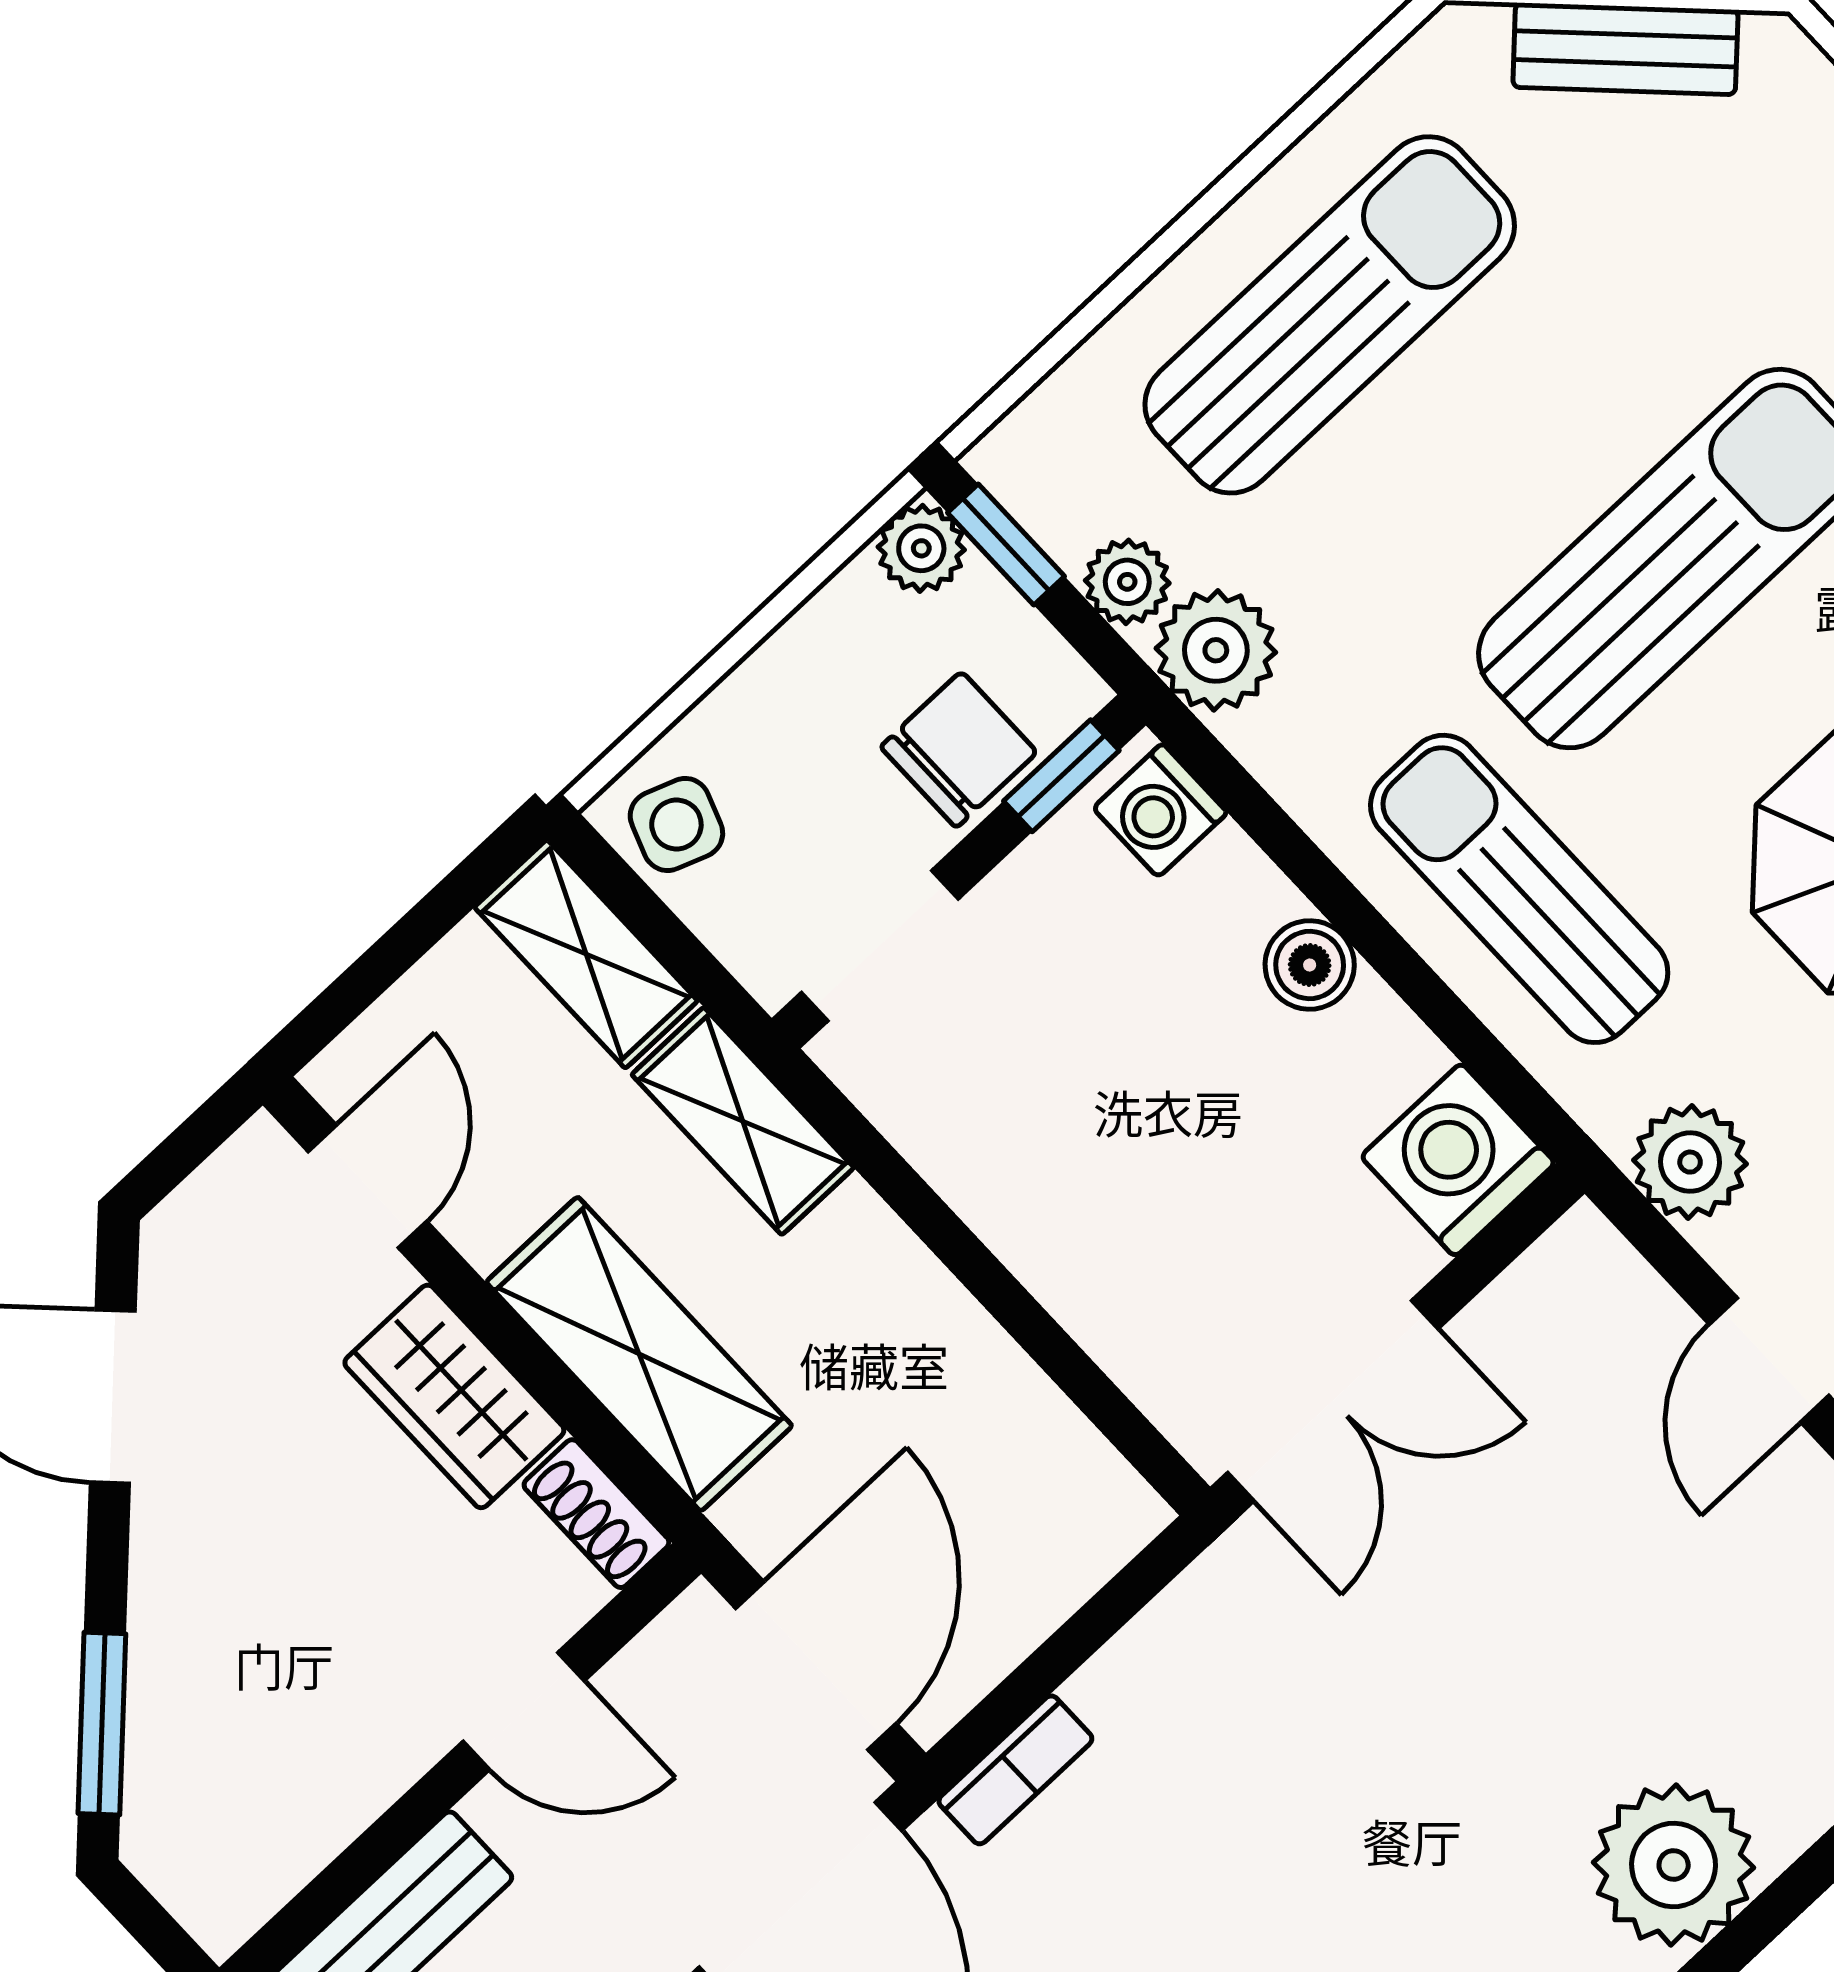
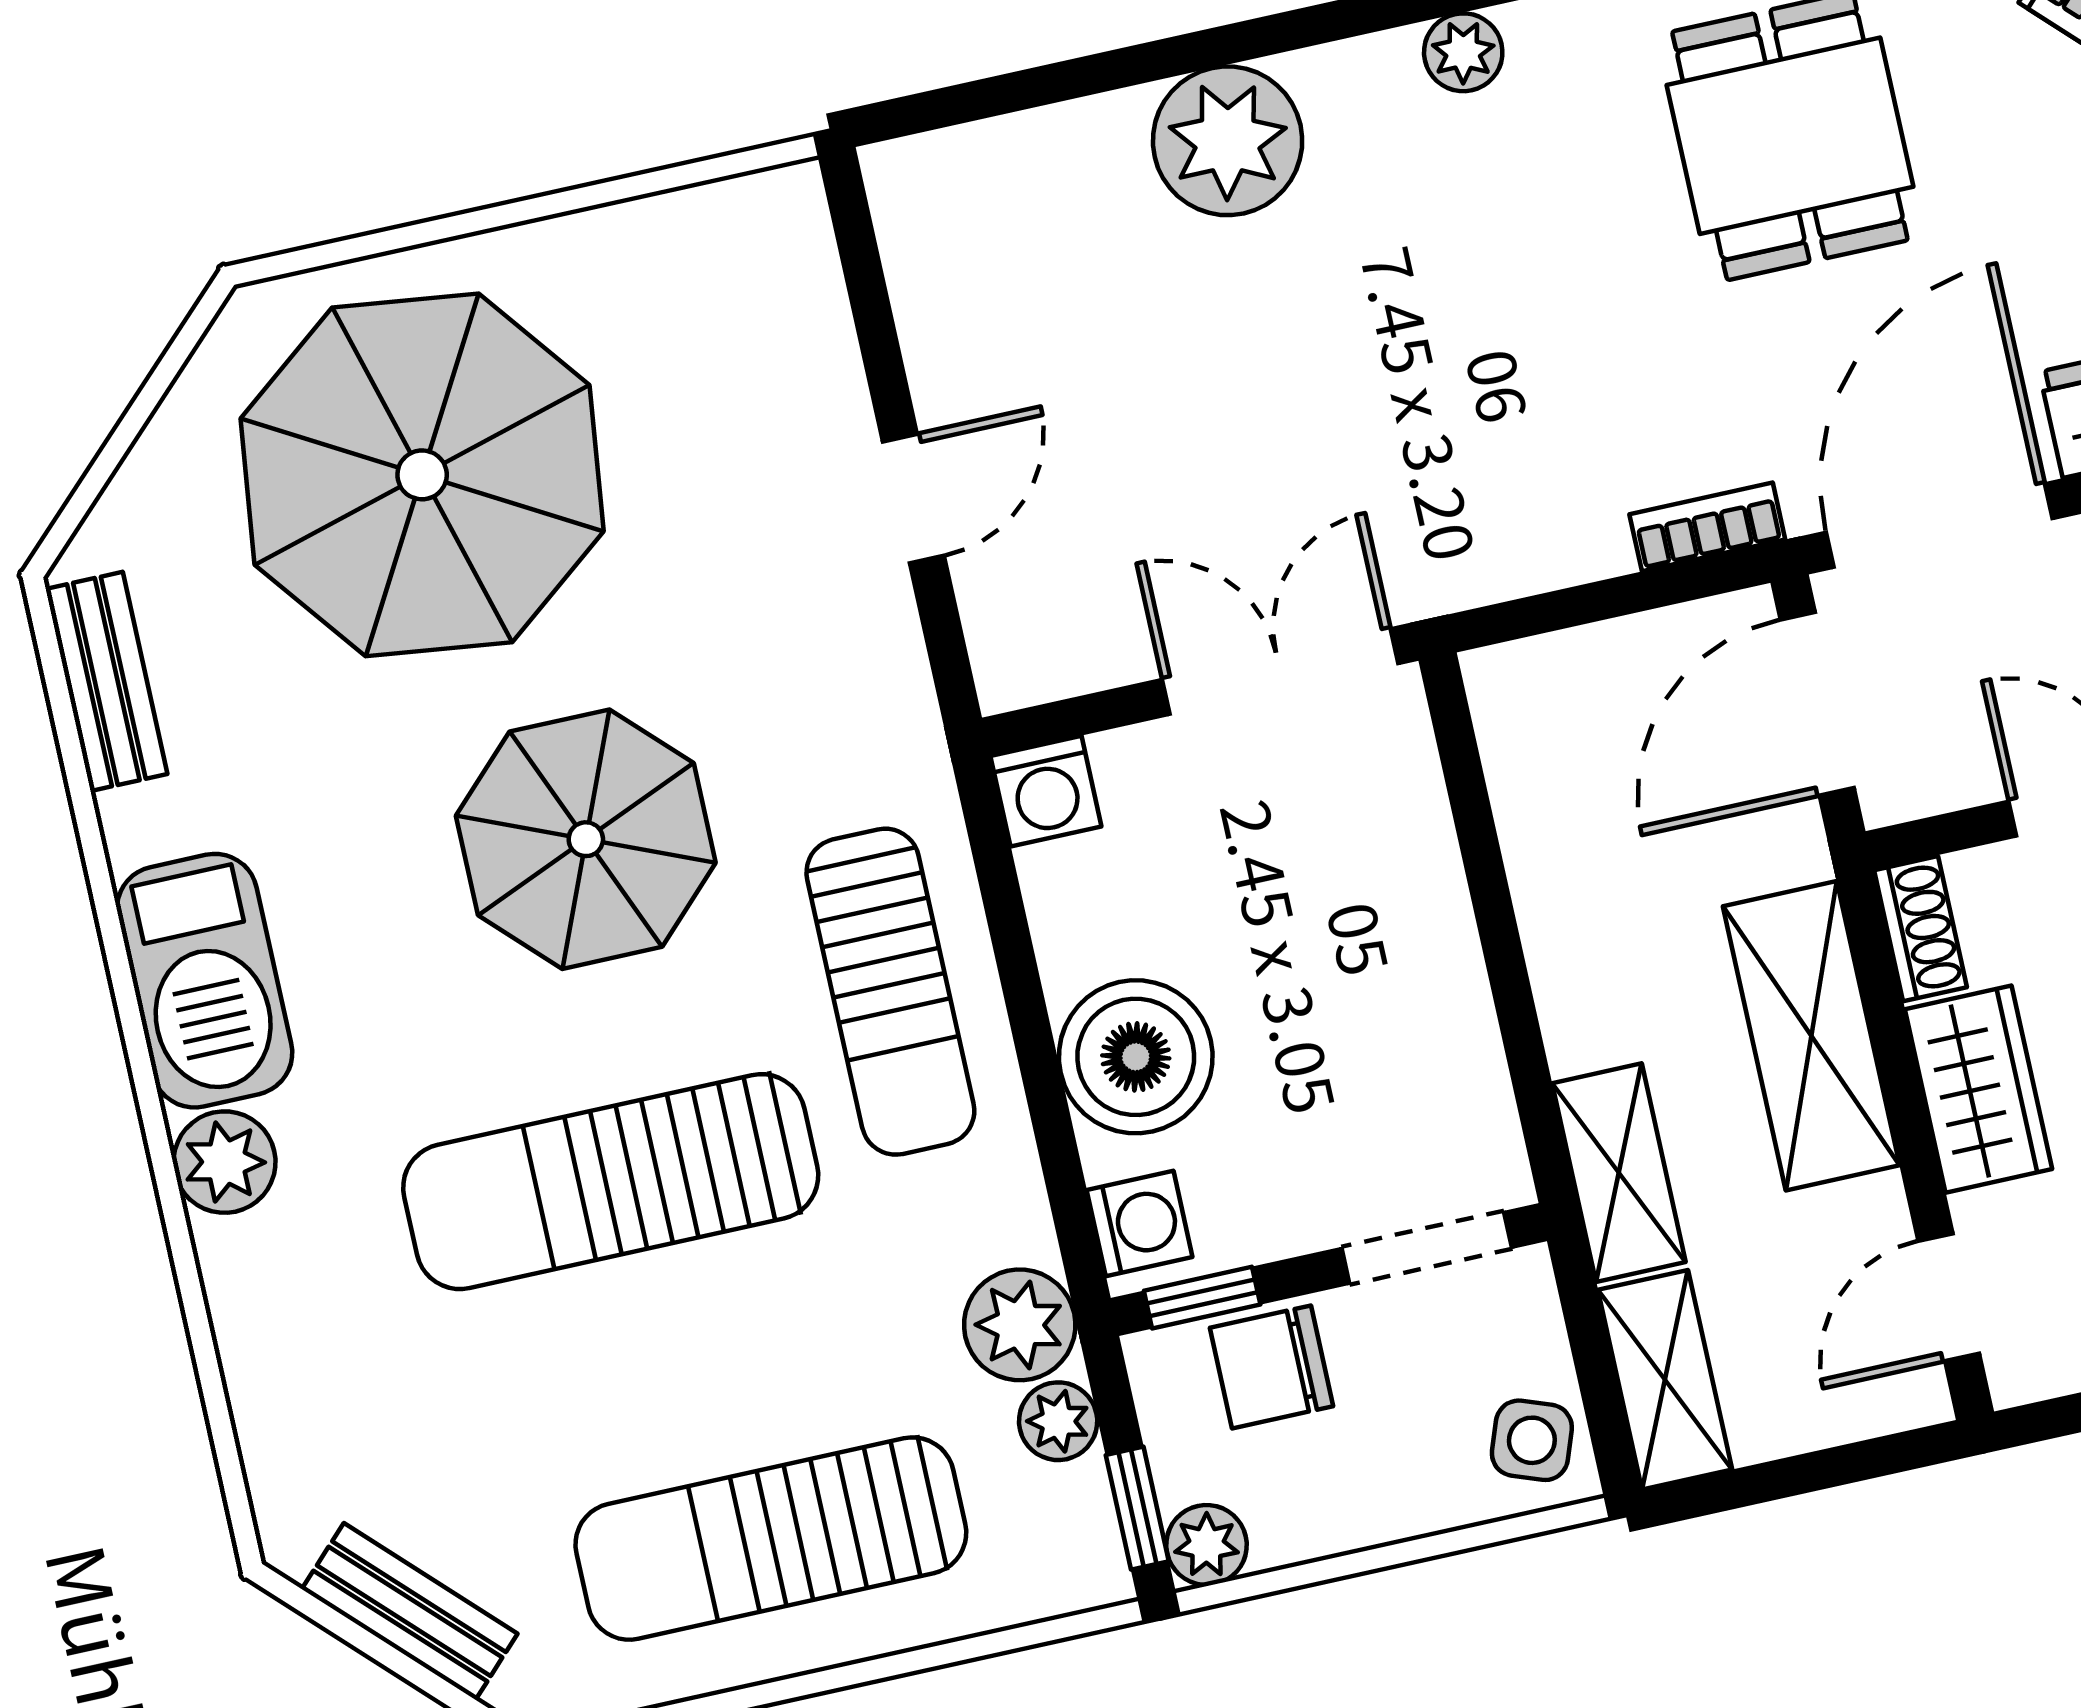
boiler: (1310, 965) -> (1136, 1057), width x1.86, depth x1.86
washing machine: (1458, 1160) -> (1046, 791), width x0.73, depth x0.73
plant: (1690, 1162) -> (883, 693), removed

